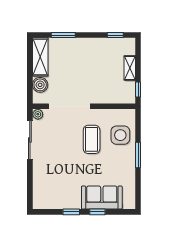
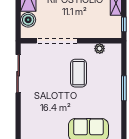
plant: (38, 114) -> (100, 49), moved
side table: (120, 135) -> (107, 69), removed

